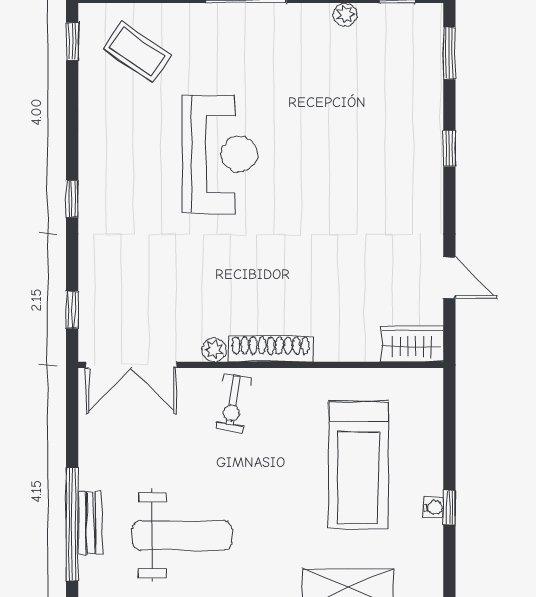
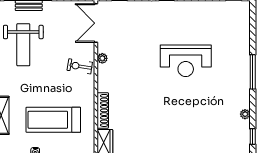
coffee table: (137, 52) -> (229, 26), removed
shoe rack: (271, 349) -> (103, 110), moved

